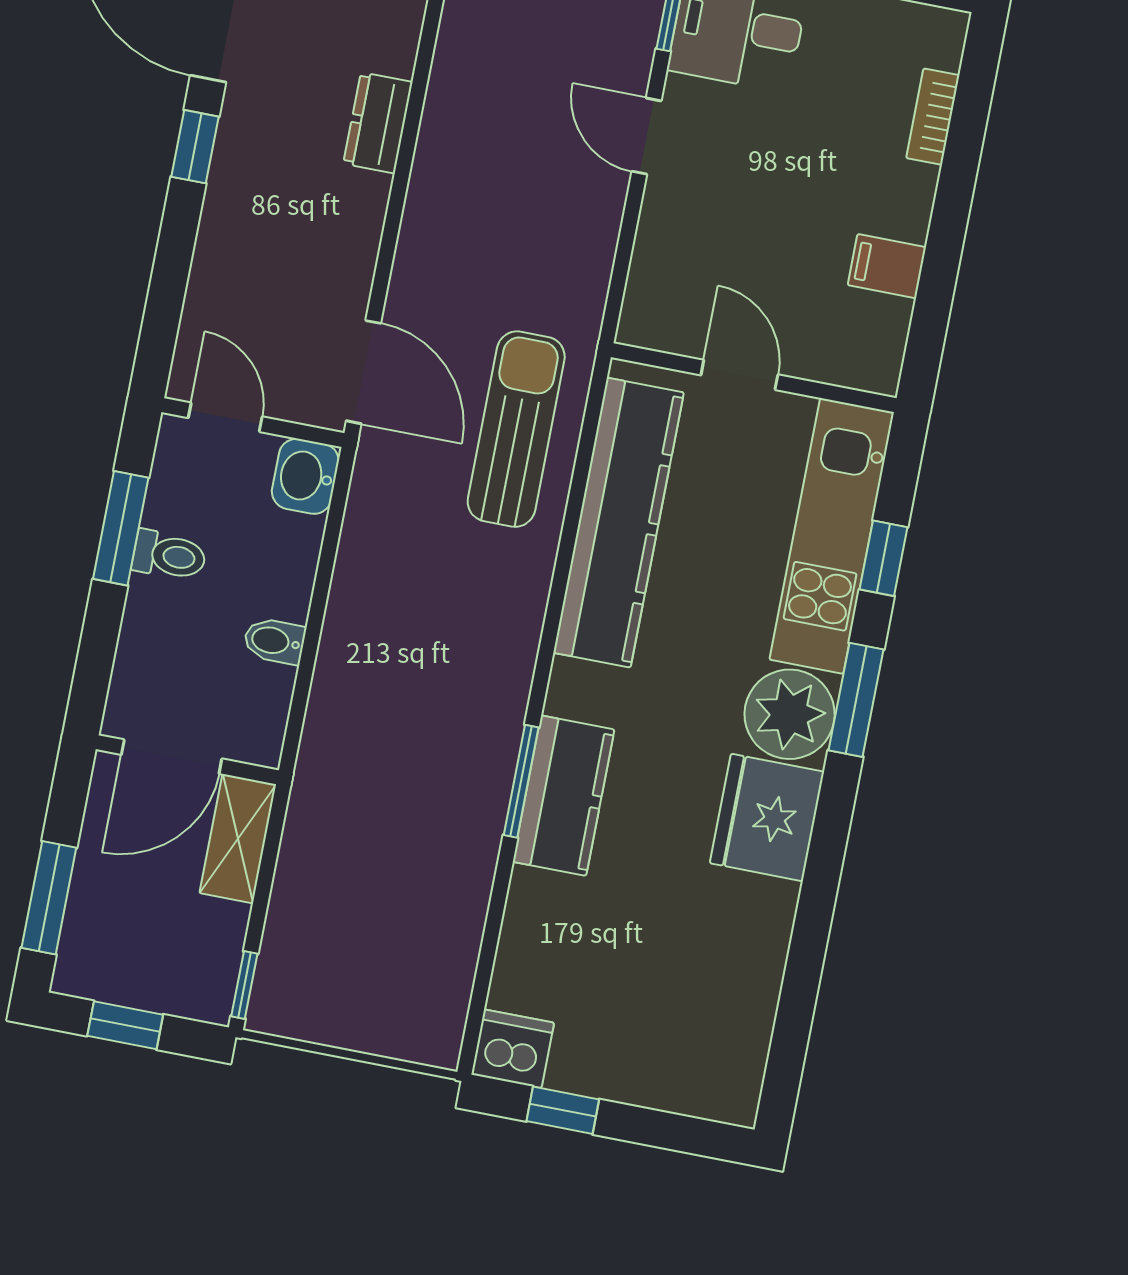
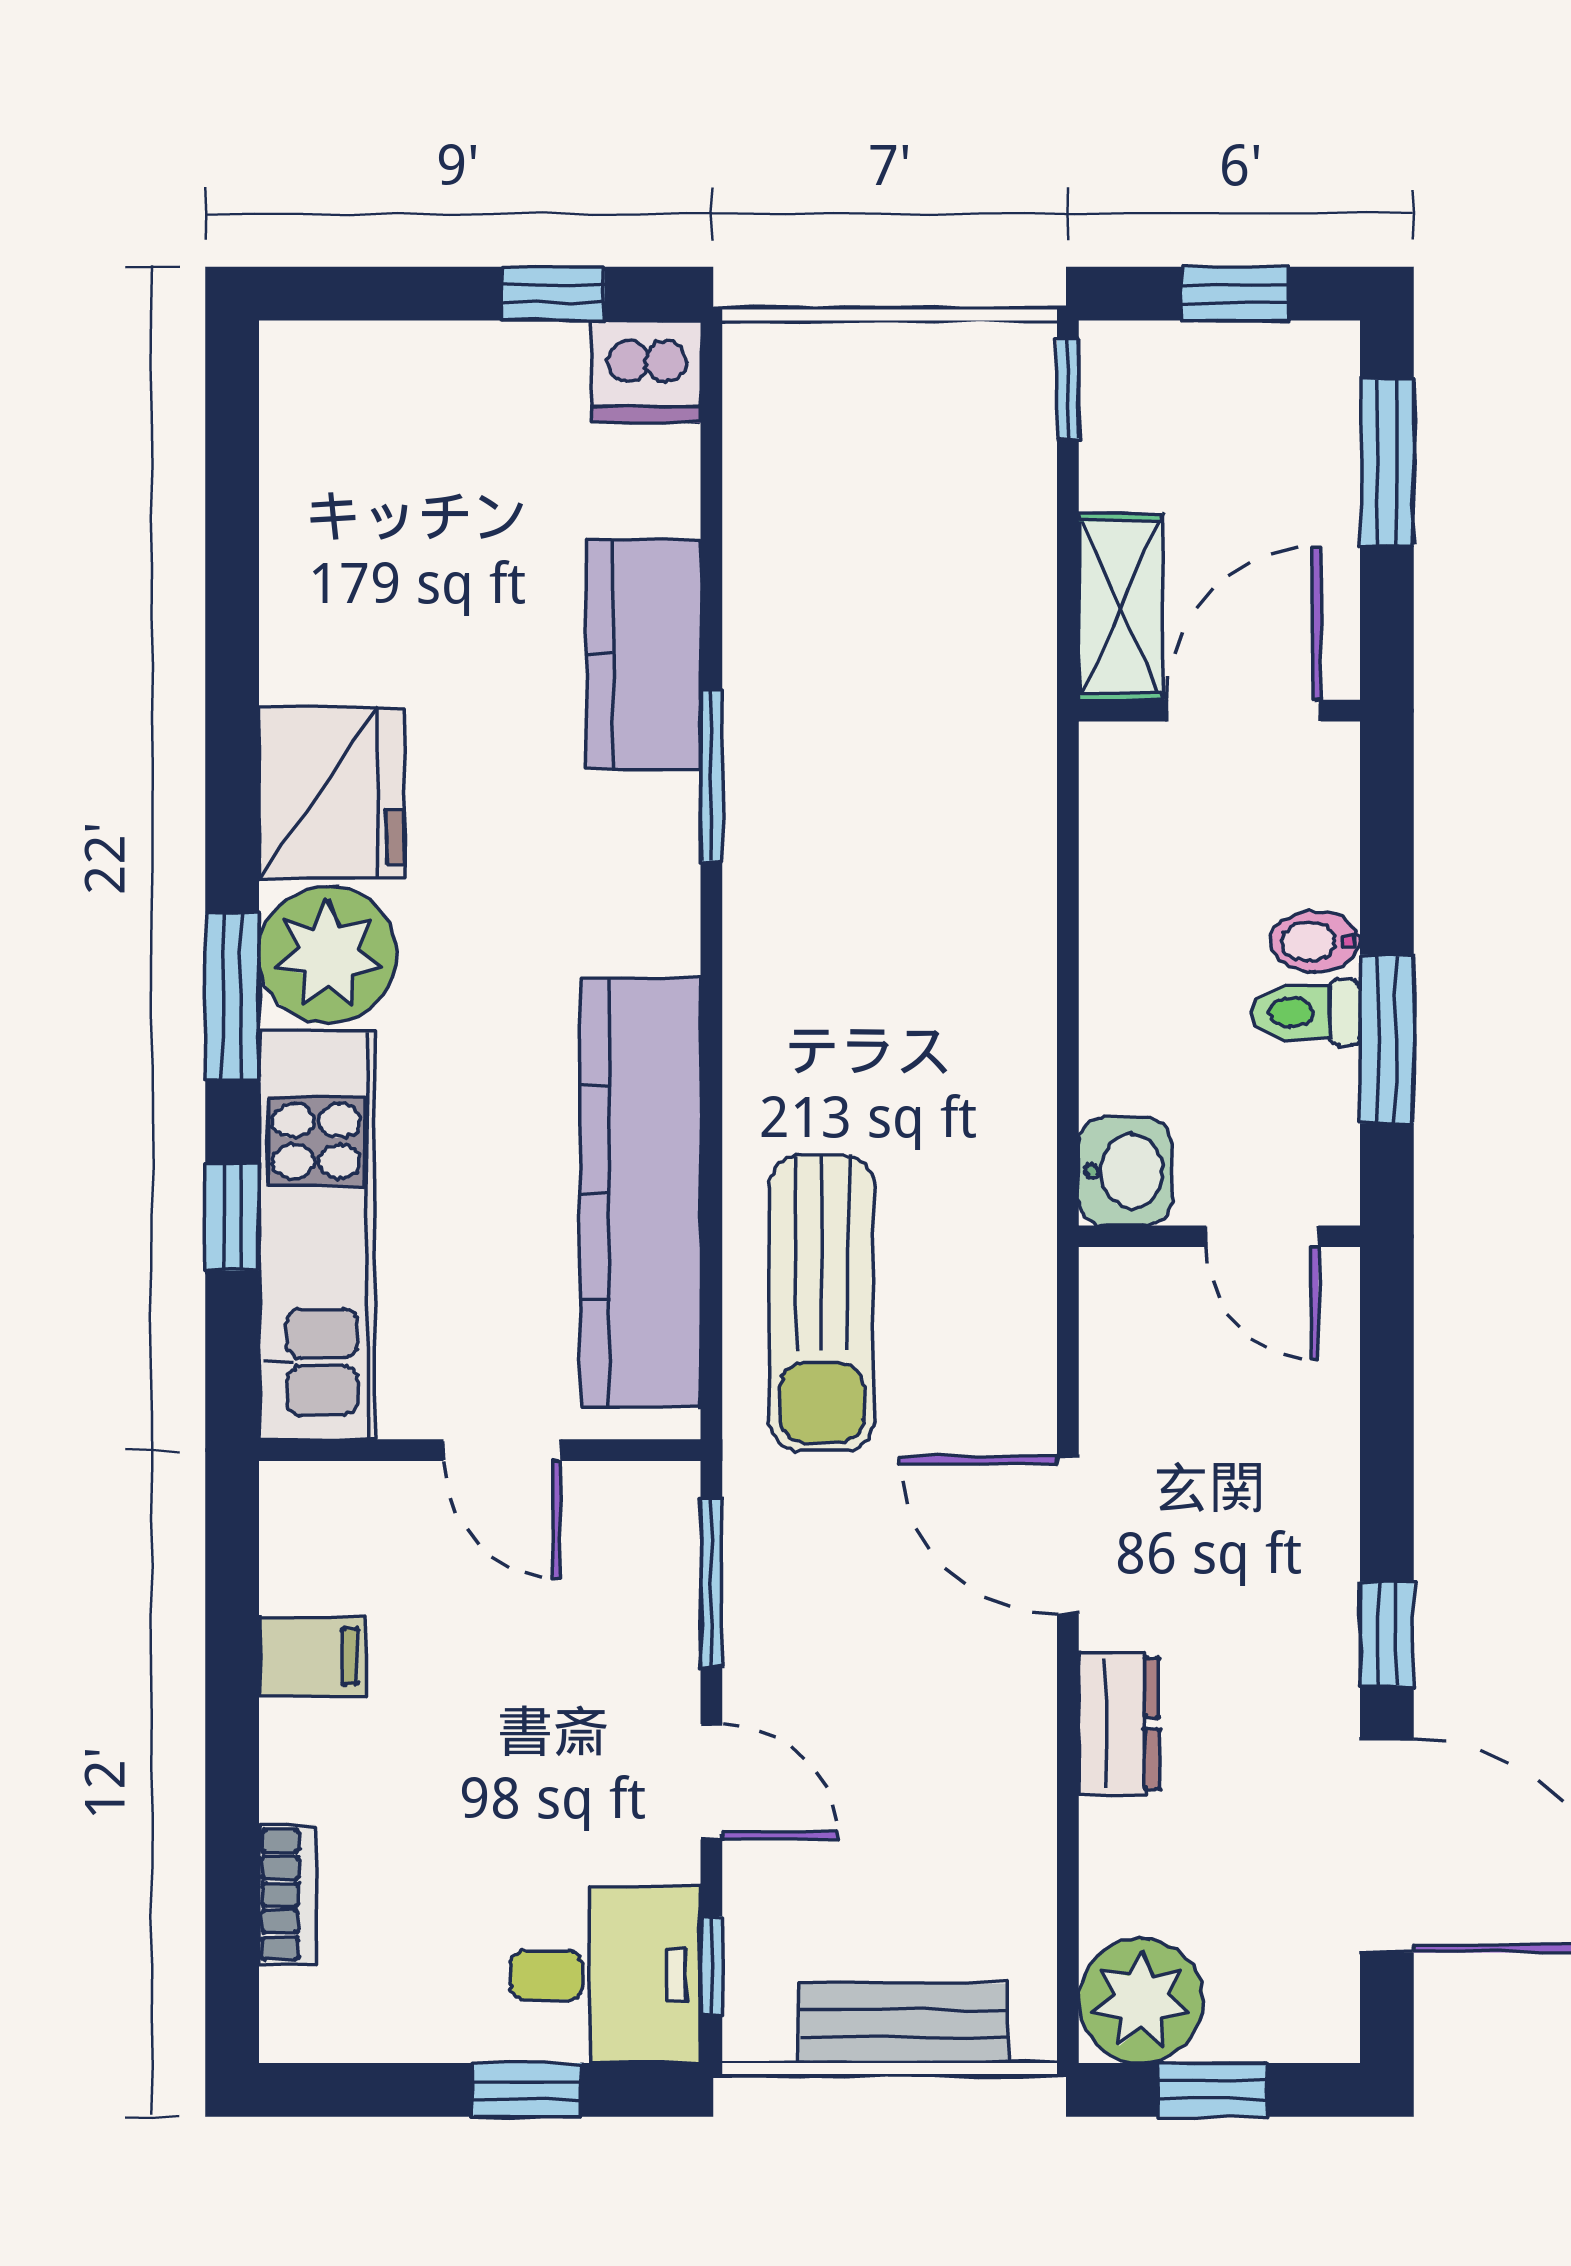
window: (622, 264) -> (711, 1583), added
door: (363, 372) -> (1068, 1535), moved
bidet: (274, 641) -> (1315, 942), moved, turned 180
kitchen counter: (564, 796) -> (644, 654), moved

